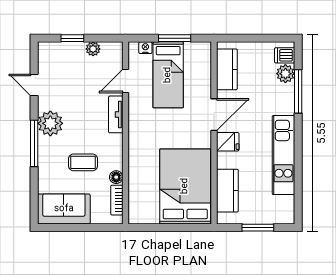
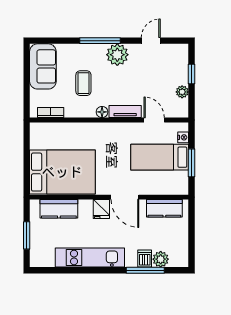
dishwasher: (285, 55) -> (145, 258), moved
floor lamp: (116, 177) -> (102, 112), moved

